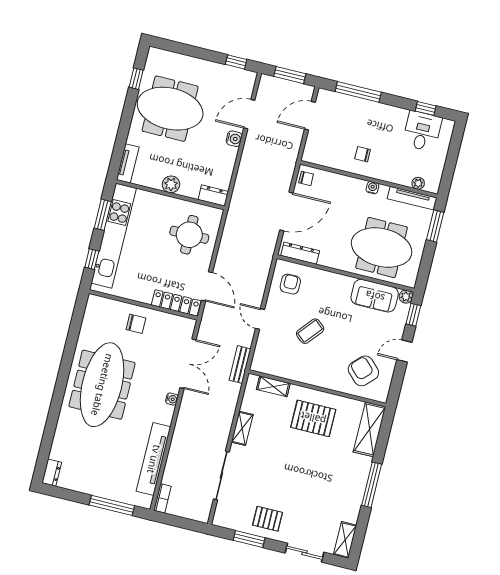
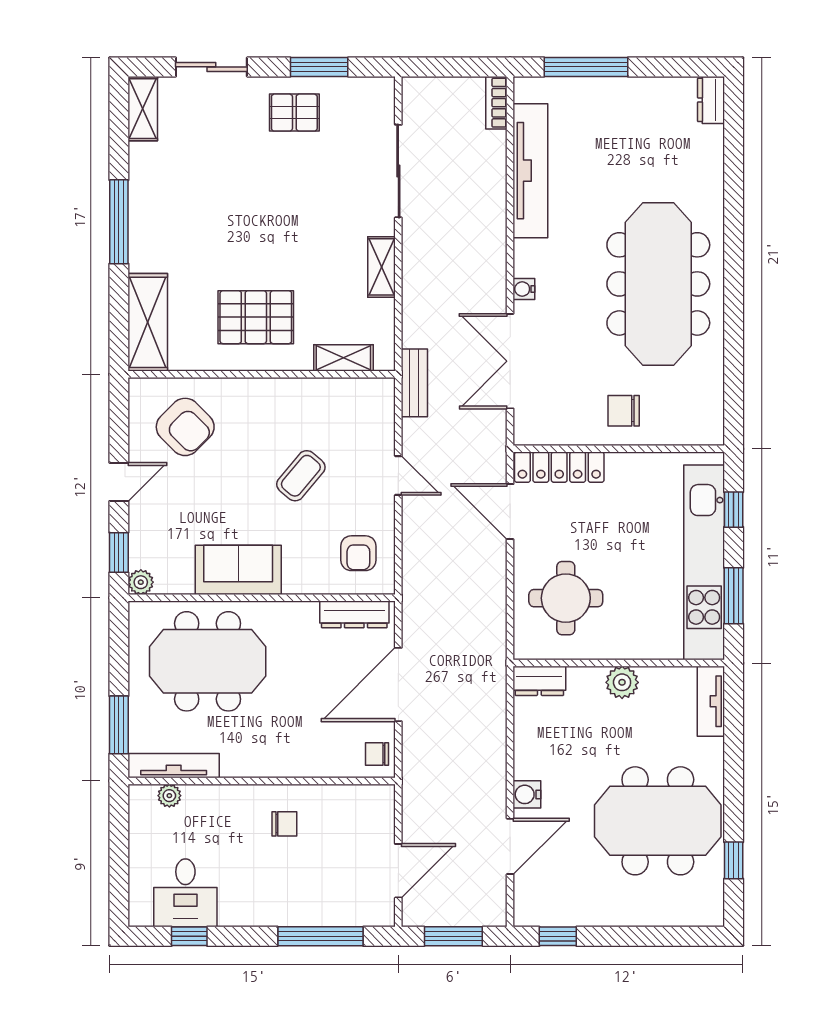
water cooler: (372, 188) -> (251, 767), removed
sofa: (375, 296) -> (238, 570), moved

